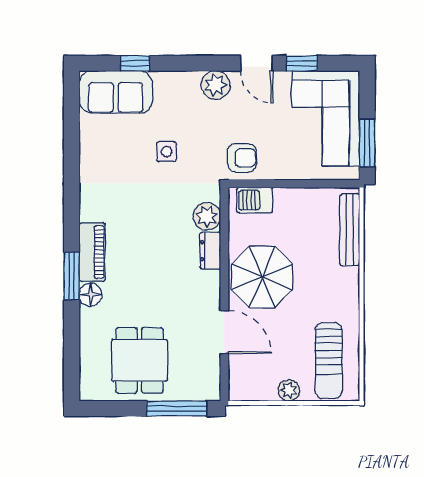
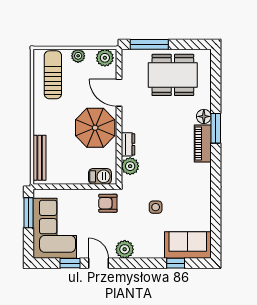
dining table: (139, 360) -> (173, 75), width x1.38
plant: (247, 387) -> (105, 58), added

